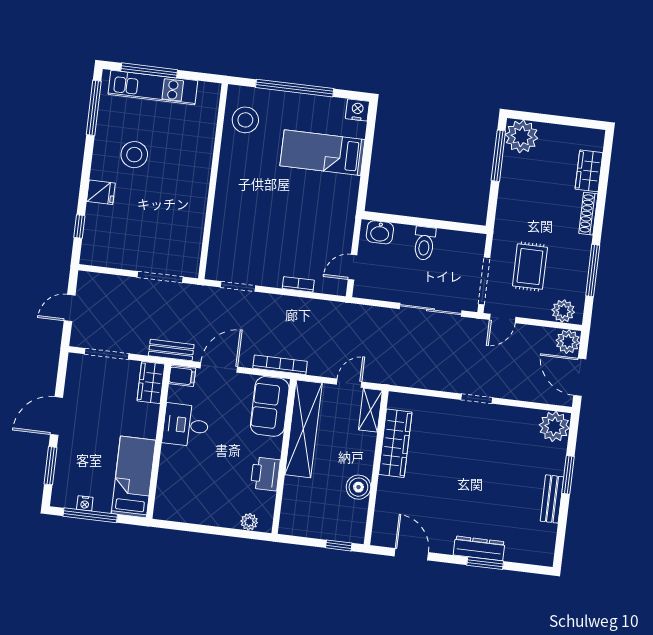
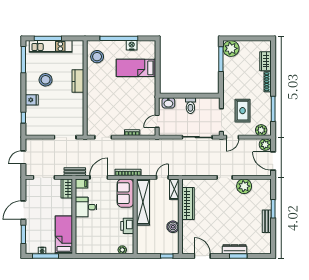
nightstand: (357, 110) -> (132, 45), moved
kitchen counter: (200, 165) -> (78, 81), added
plant: (554, 426) -> (244, 186), moved

